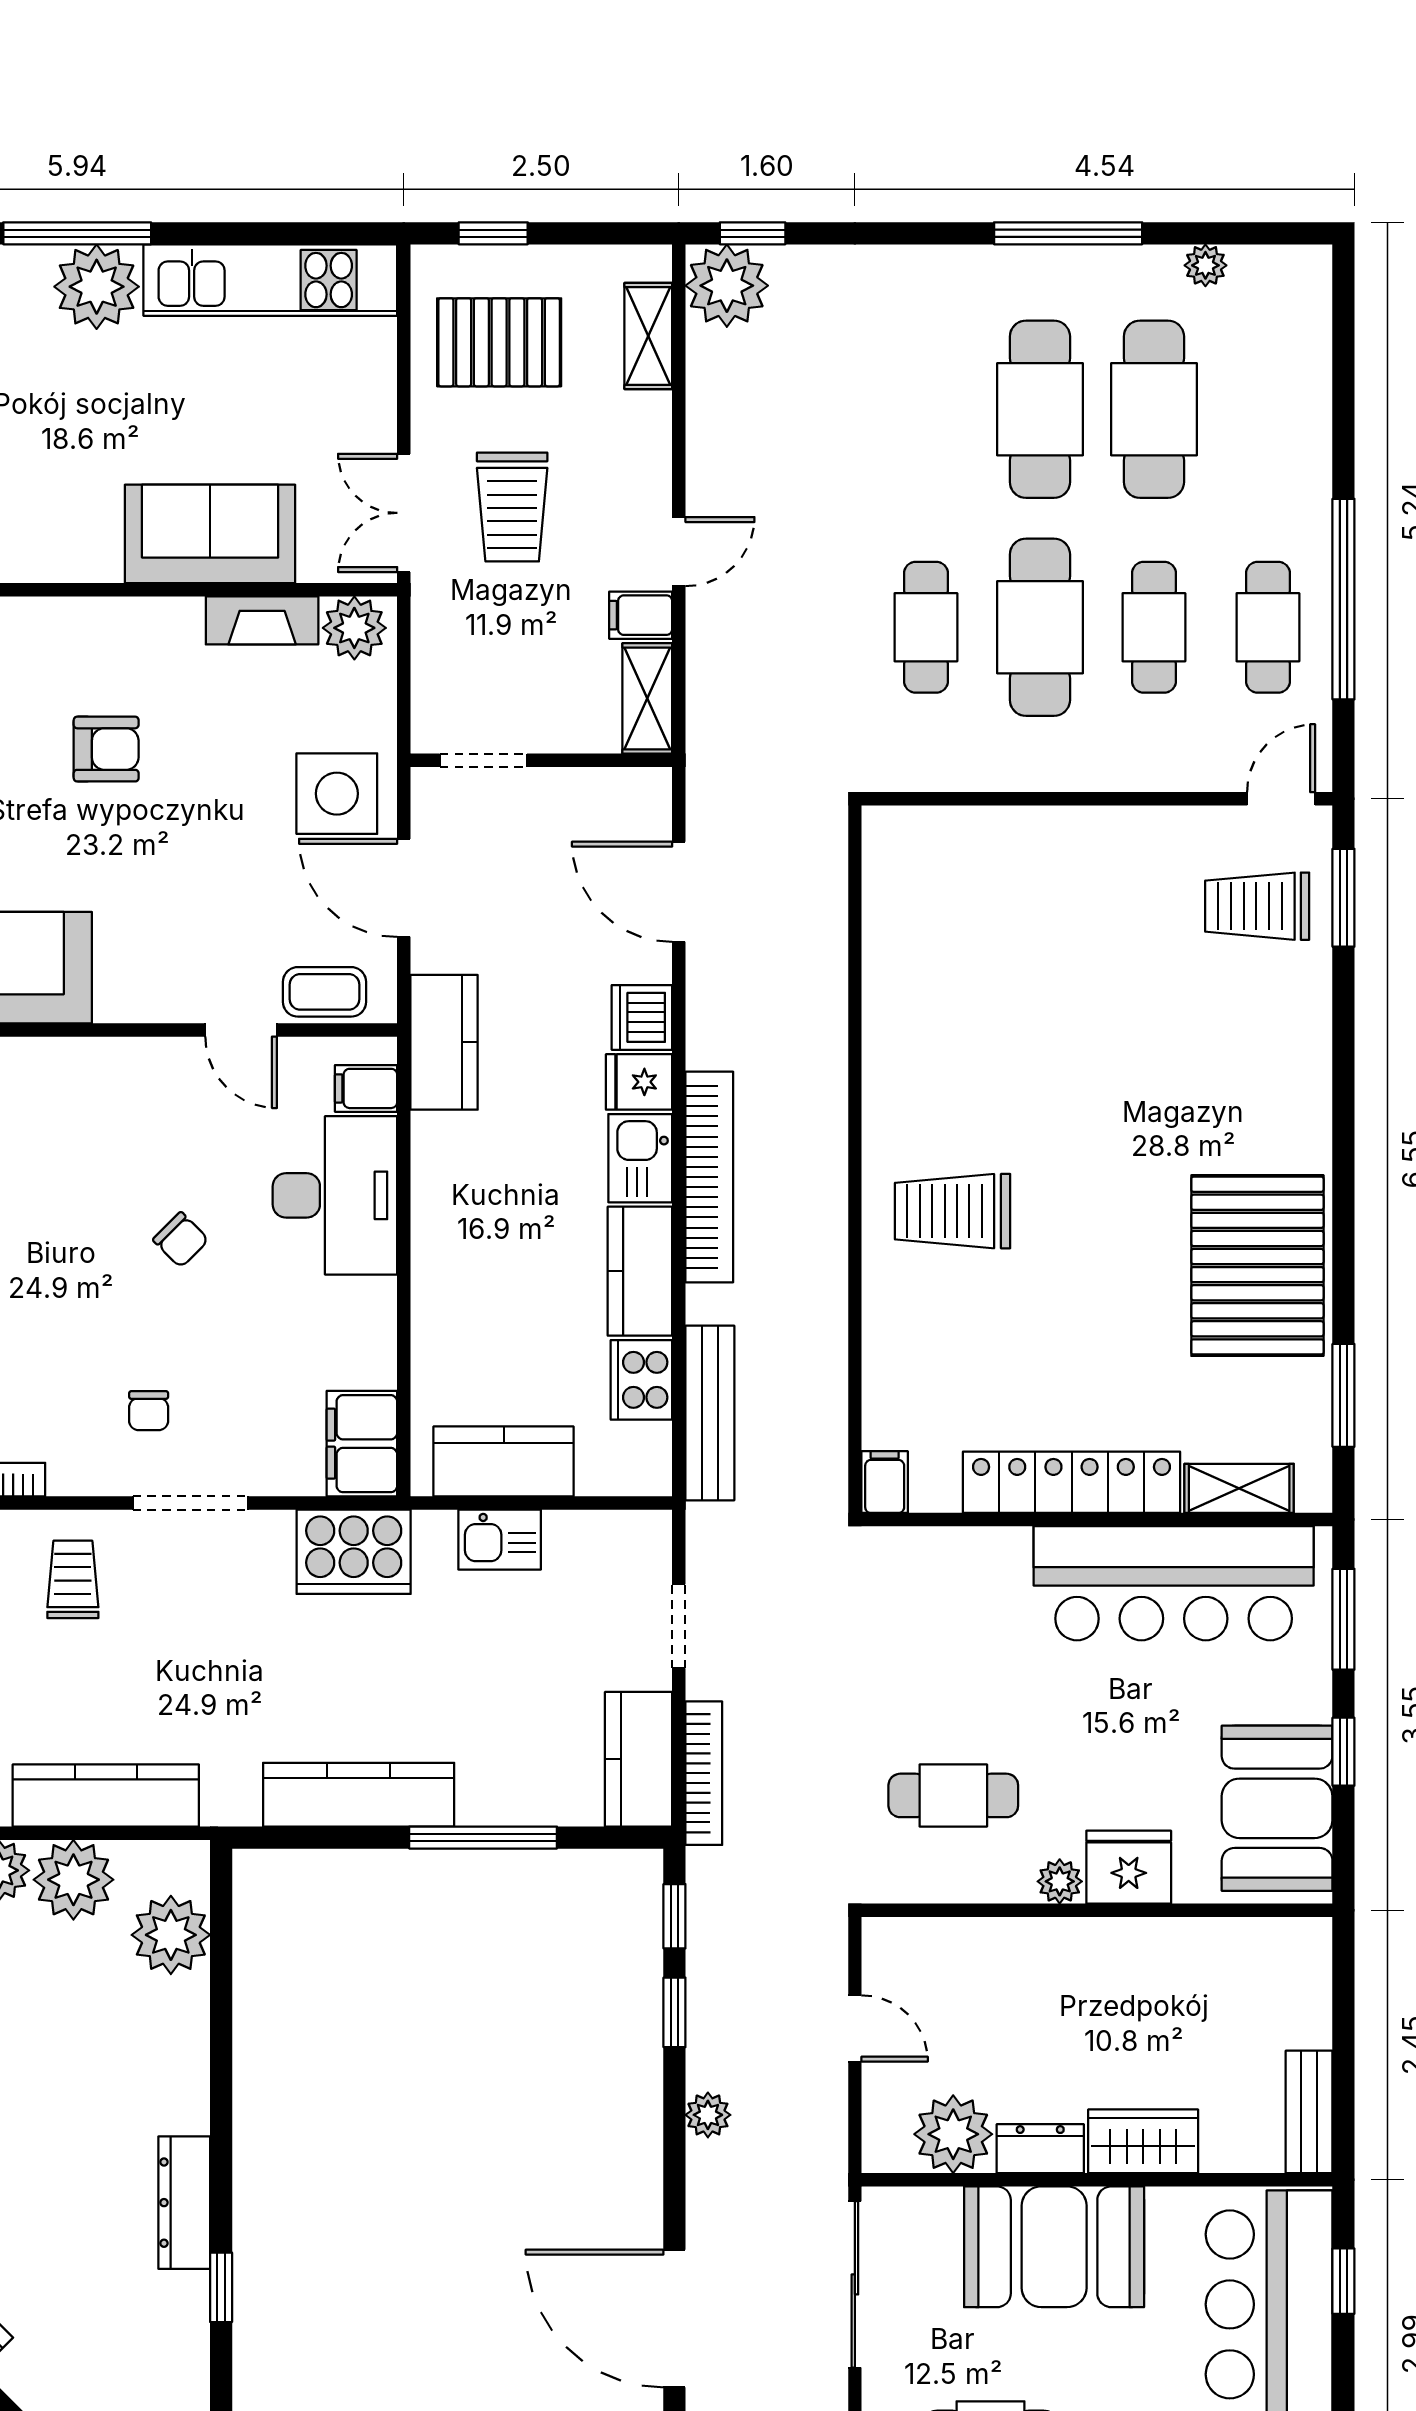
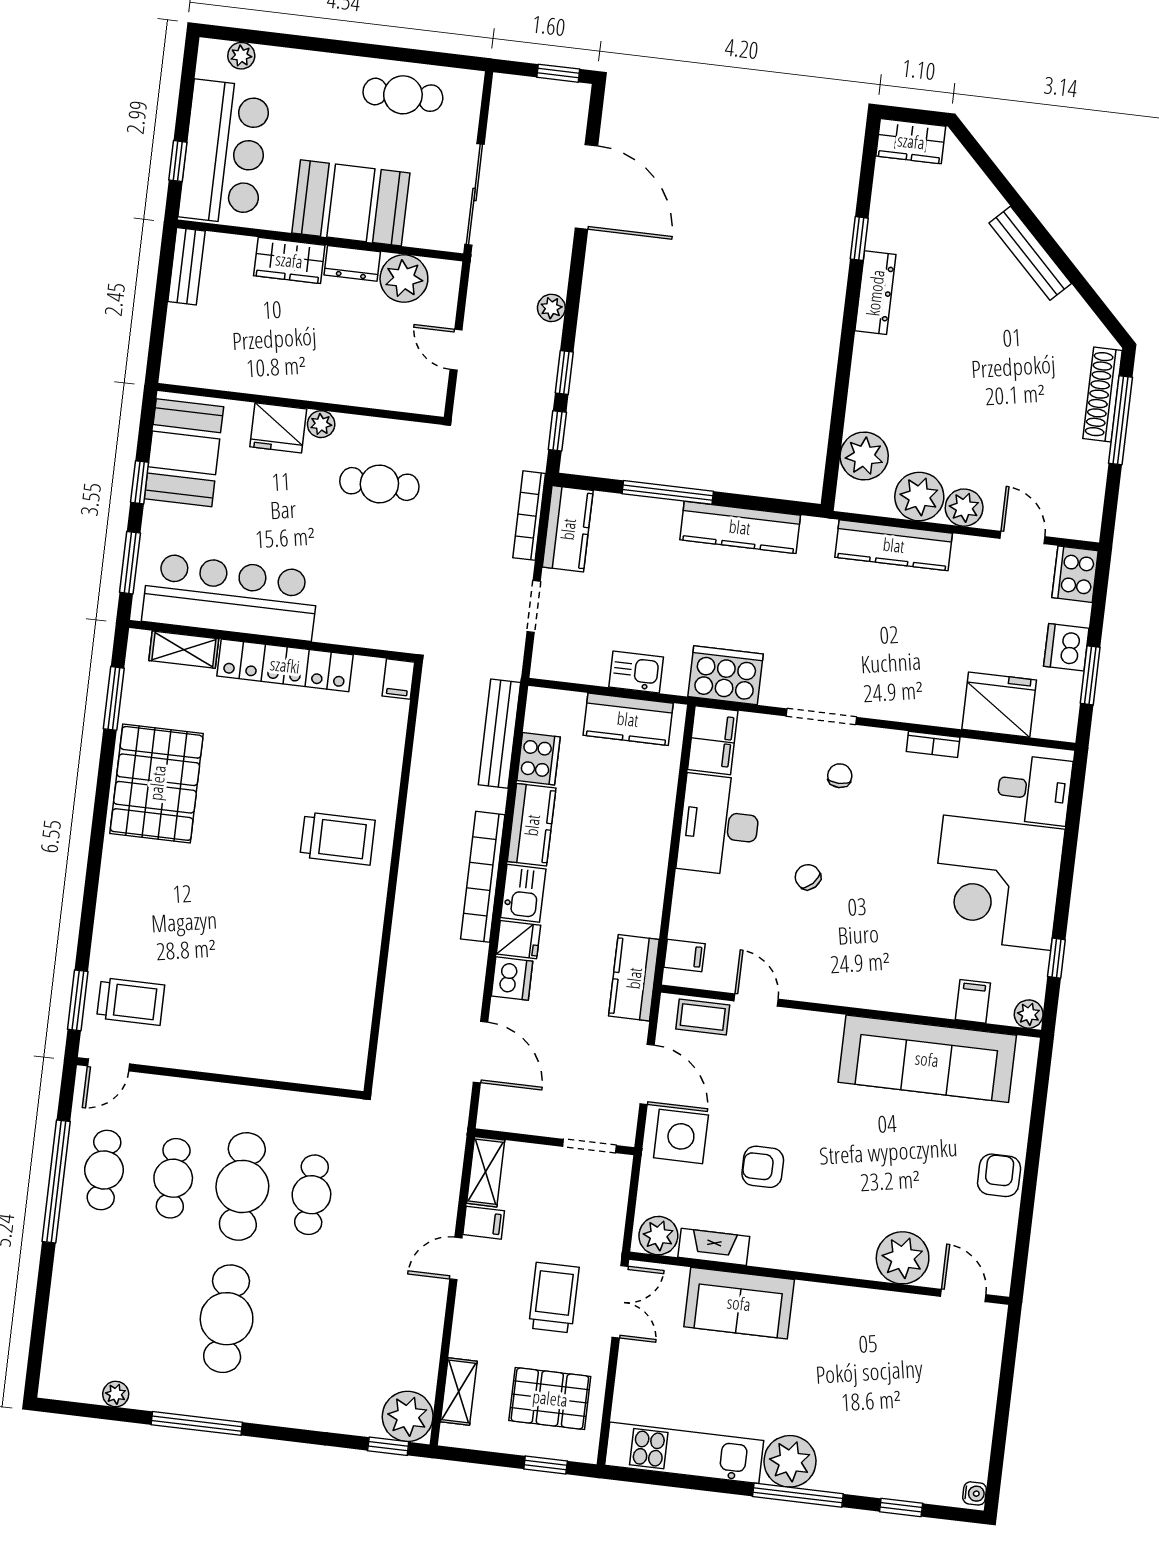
cafe table: (1154, 409) -> (157, 1310), removed
armchair: (106, 749) -> (763, 1167), moved
desk: (335, 1195) -> (719, 825), moved
trolley: (73, 1579) -> (898, 679), removed

